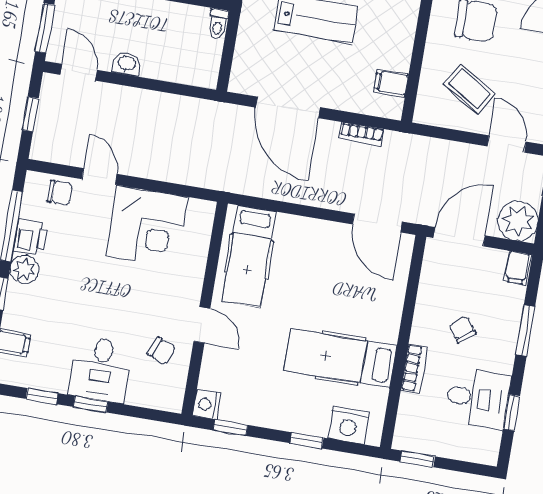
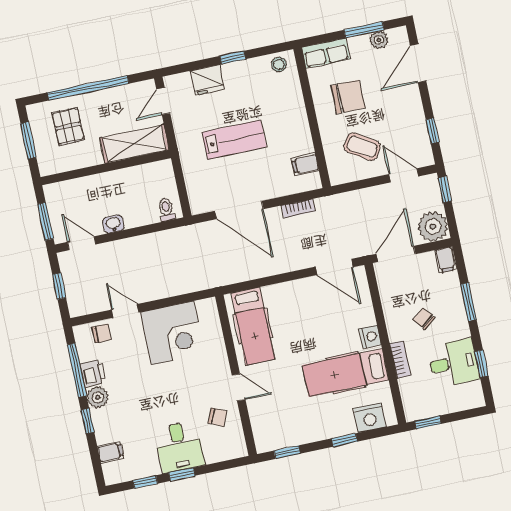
toilet: (218, 24) -> (166, 210), moved, turned 180
nightstand: (207, 405) -> (370, 337), moved, turned 180

